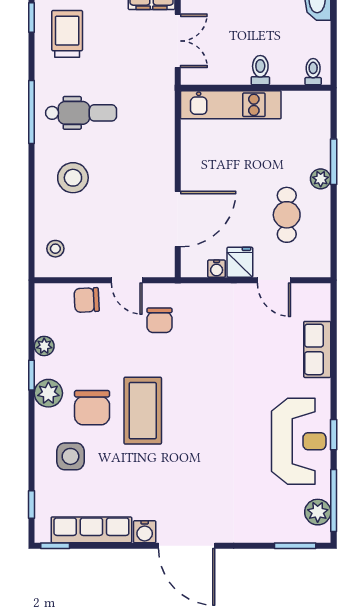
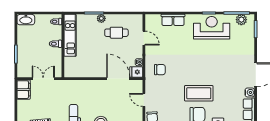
kitchen unit: (231, 105) -> (70, 35), moved
fridge: (240, 262) -> (136, 72), moved
door: (127, 280) -> (144, 100), swing flipped
door: (274, 280) -> (144, 38), hinge flipped
chair: (159, 320) -> (160, 70), moved

